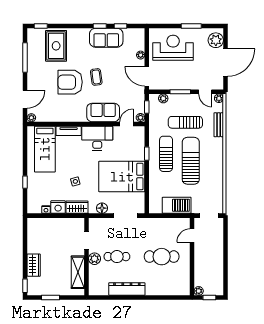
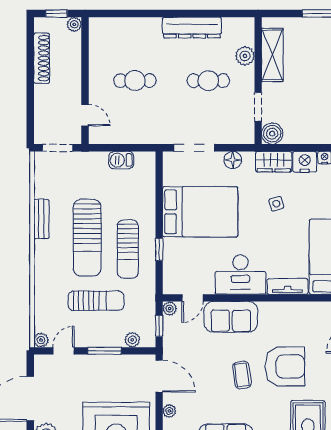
door: (205, 92) -> (63, 351), hinge flipped
bench: (219, 125) -> (41, 219), moved
barbecue: (177, 205) -> (121, 160), width x0.53, depth x0.65
boiler: (78, 224) -> (272, 134), added
door: (192, 235) -> (85, 115), hinge flipped
cafe table: (162, 257) -> (135, 81), width x0.73, depth x0.74
plant: (94, 259) -> (245, 56), moved
shoe rack: (219, 270) -> (42, 58), added

